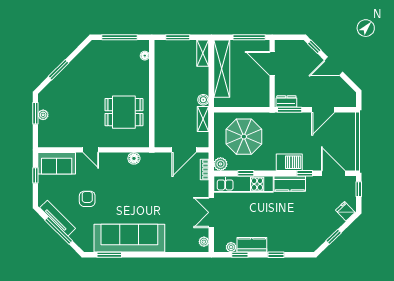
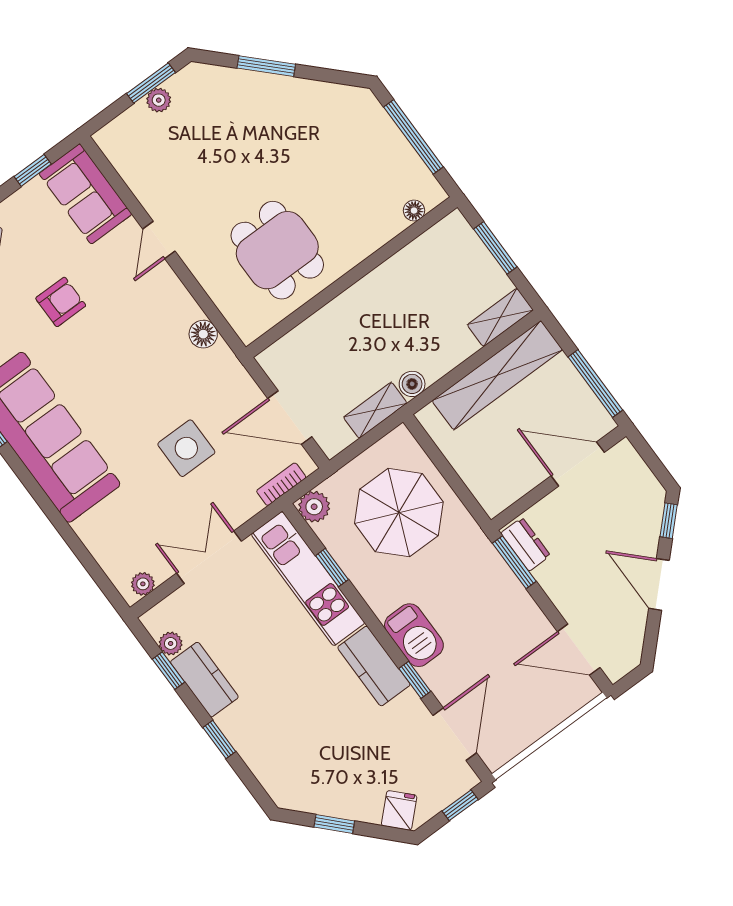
door: (272, 64) -> (578, 464), hinge flipped
door: (323, 110) -> (579, 650), moved
side table: (169, 193) -> (186, 448), added

